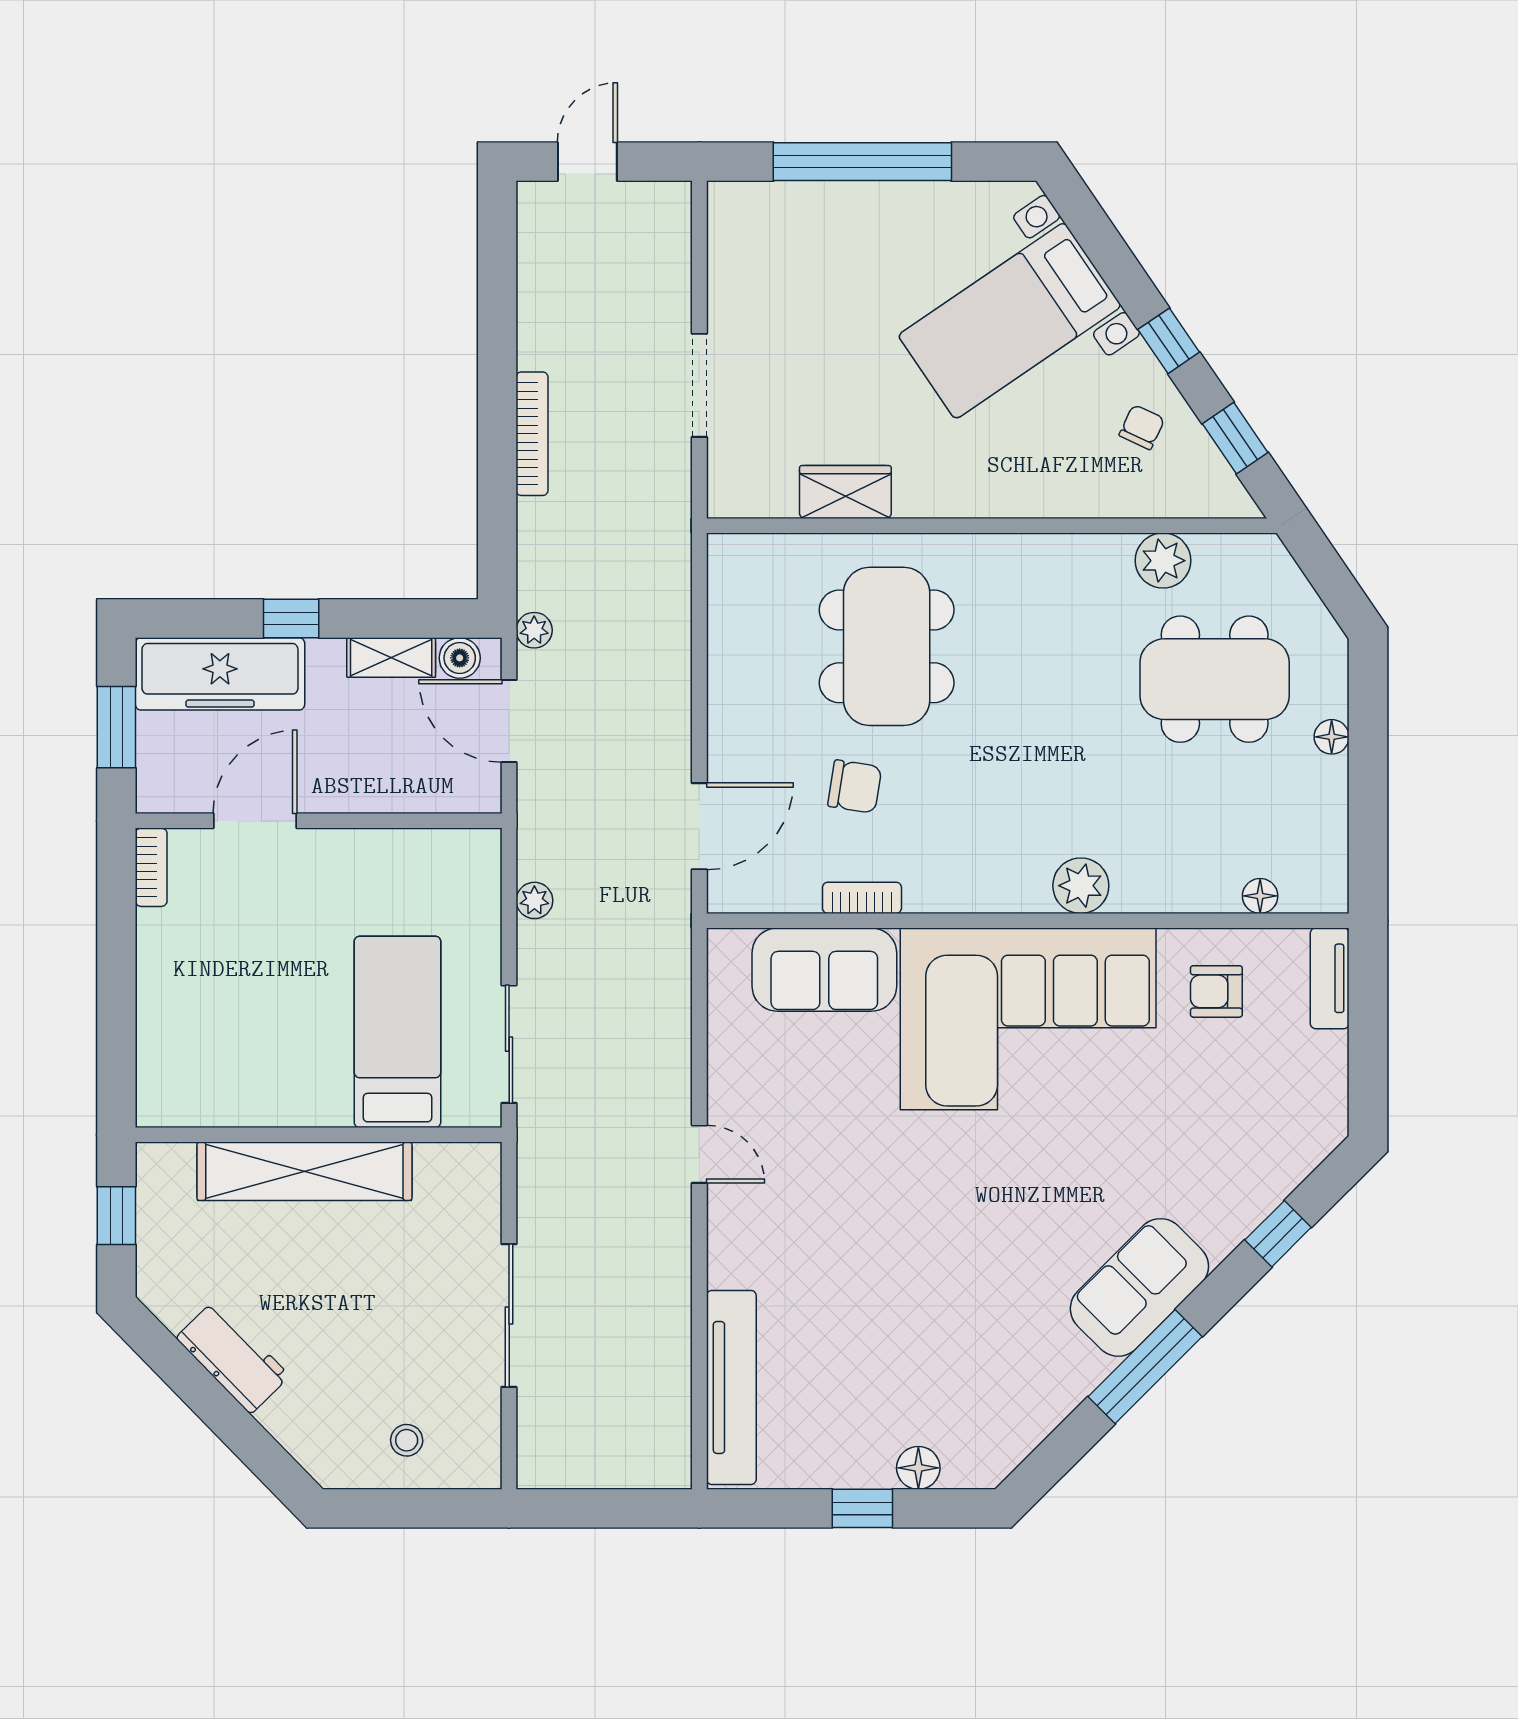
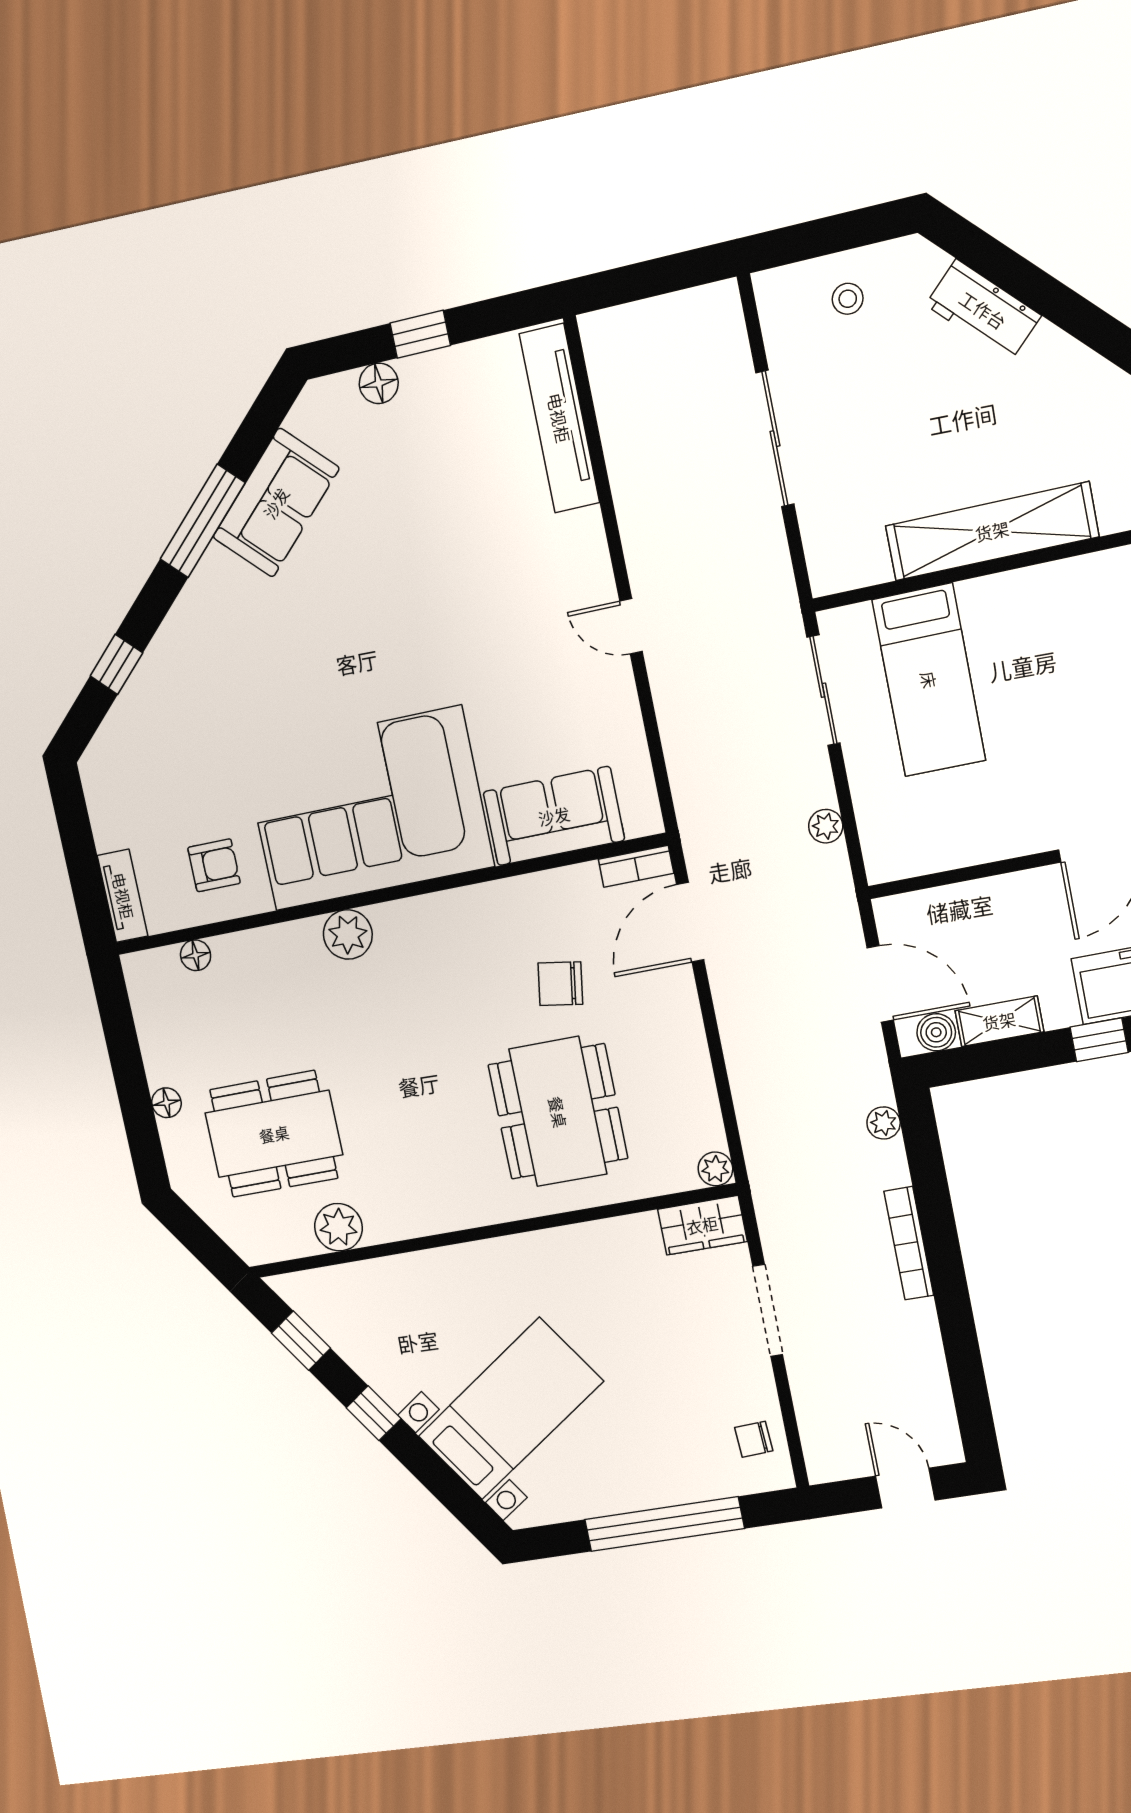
door: (587, 162) -> (905, 1488), swing flipped
chair: (1142, 427) -> (754, 1439), moved, turned 62
wardrobe: (845, 492) -> (702, 1225), moved
plant: (726, 552) -> (715, 1169), added
plant: (534, 630) -> (884, 1123), moved
bookcase: (862, 898) -> (636, 866), moved
sofa: (1139, 1287) -> (276, 503), moved
workbench: (233, 1357) -> (983, 310), moved

